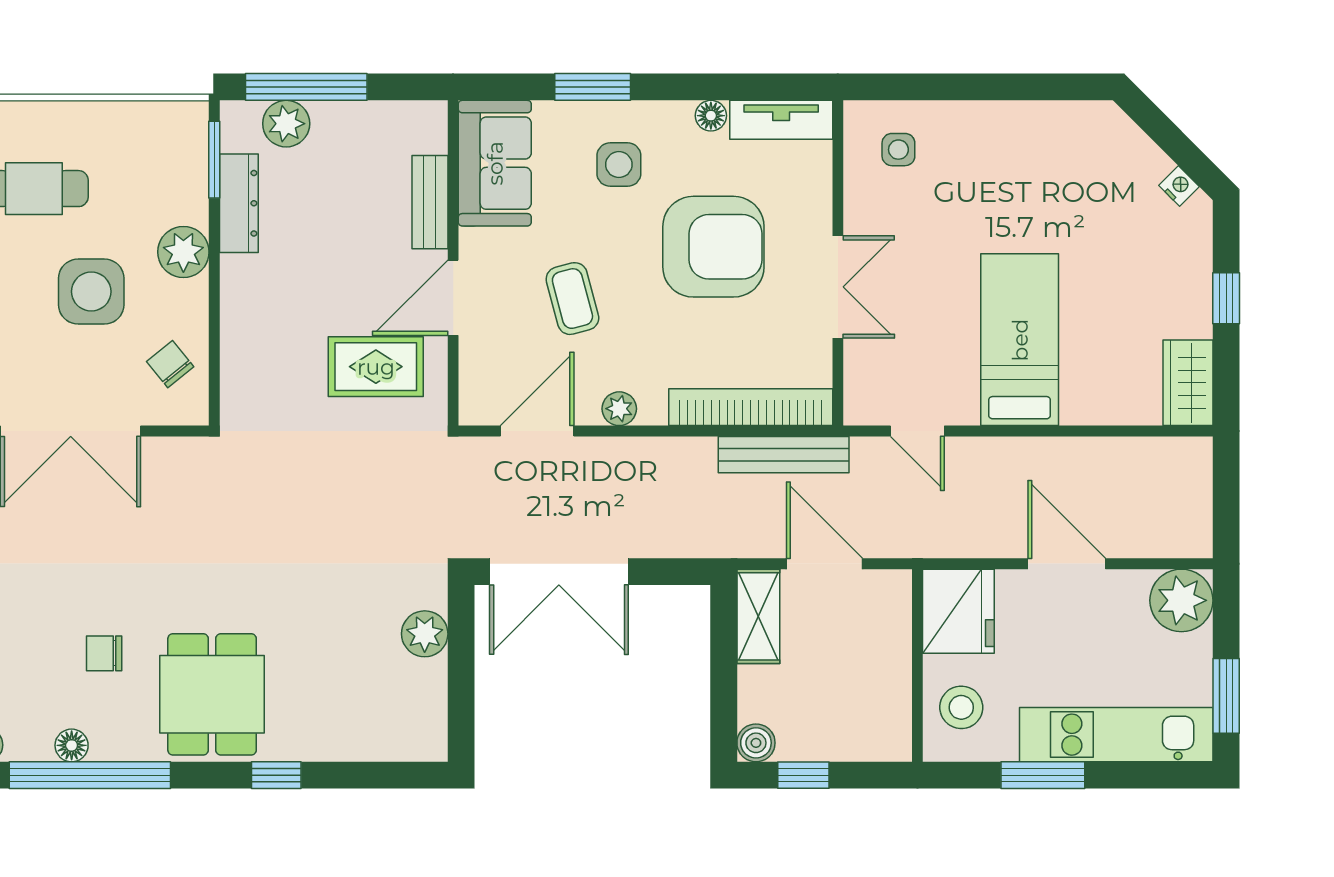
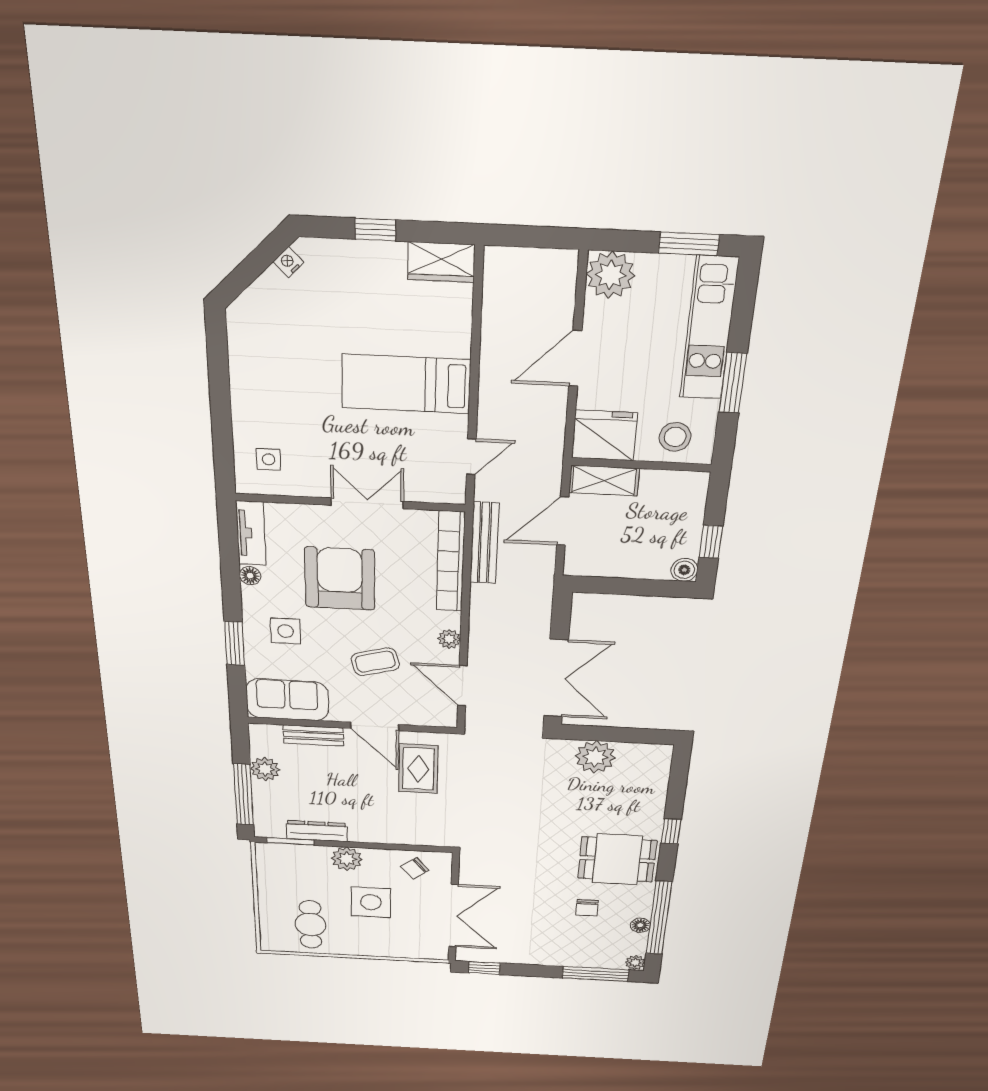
plant: (286, 124) -> (265, 769), moved
shelving: (758, 616) -> (604, 480), moved
plant: (425, 634) -> (595, 757), width x1.36, depth x1.36

